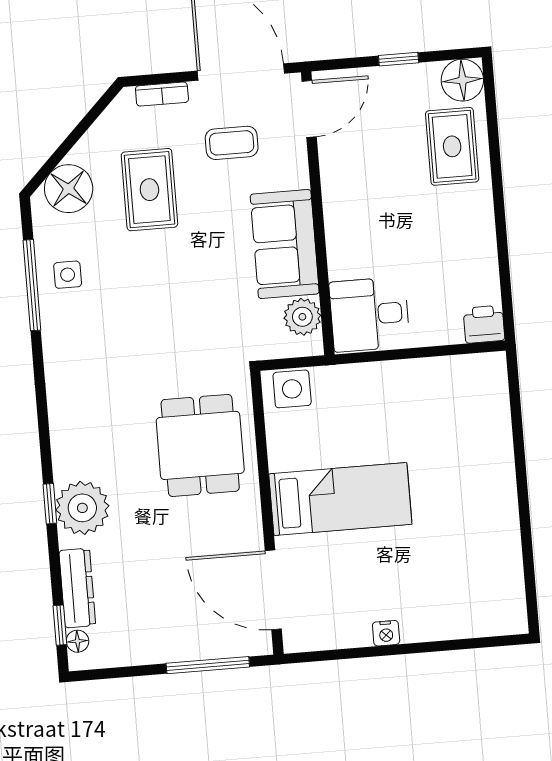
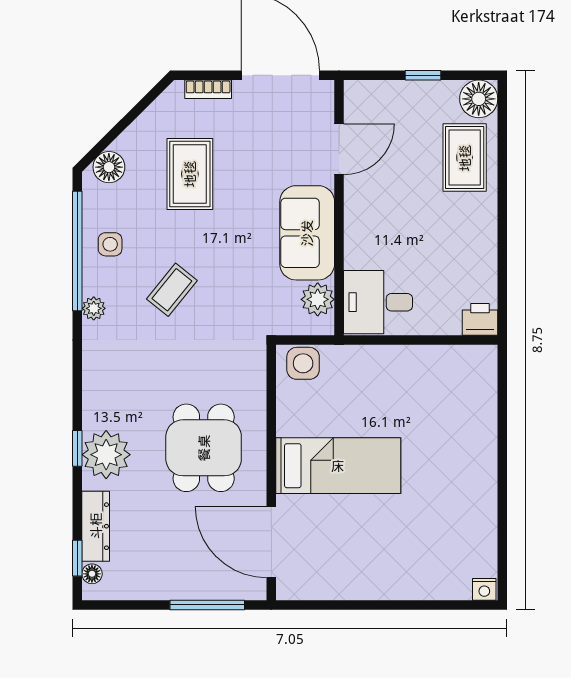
door: (309, 109) -> (339, 149), moved
coffee table: (232, 143) -> (172, 290), moved, turned -51
floor lamp: (69, 189) -> (109, 167), width x0.73, depth x0.73
window: (32, 285) -> (77, 251), width x1.46
plant: (55, 347) -> (94, 308), added
dining table: (200, 445) -> (204, 448), moved
nightstand: (386, 633) -> (484, 589), moved

